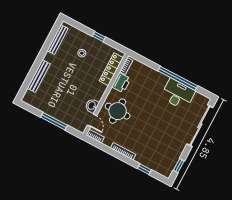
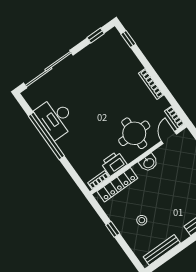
washbasin: (92, 106) -> (149, 163), moved
window: (144, 169) -> (128, 39), moved

